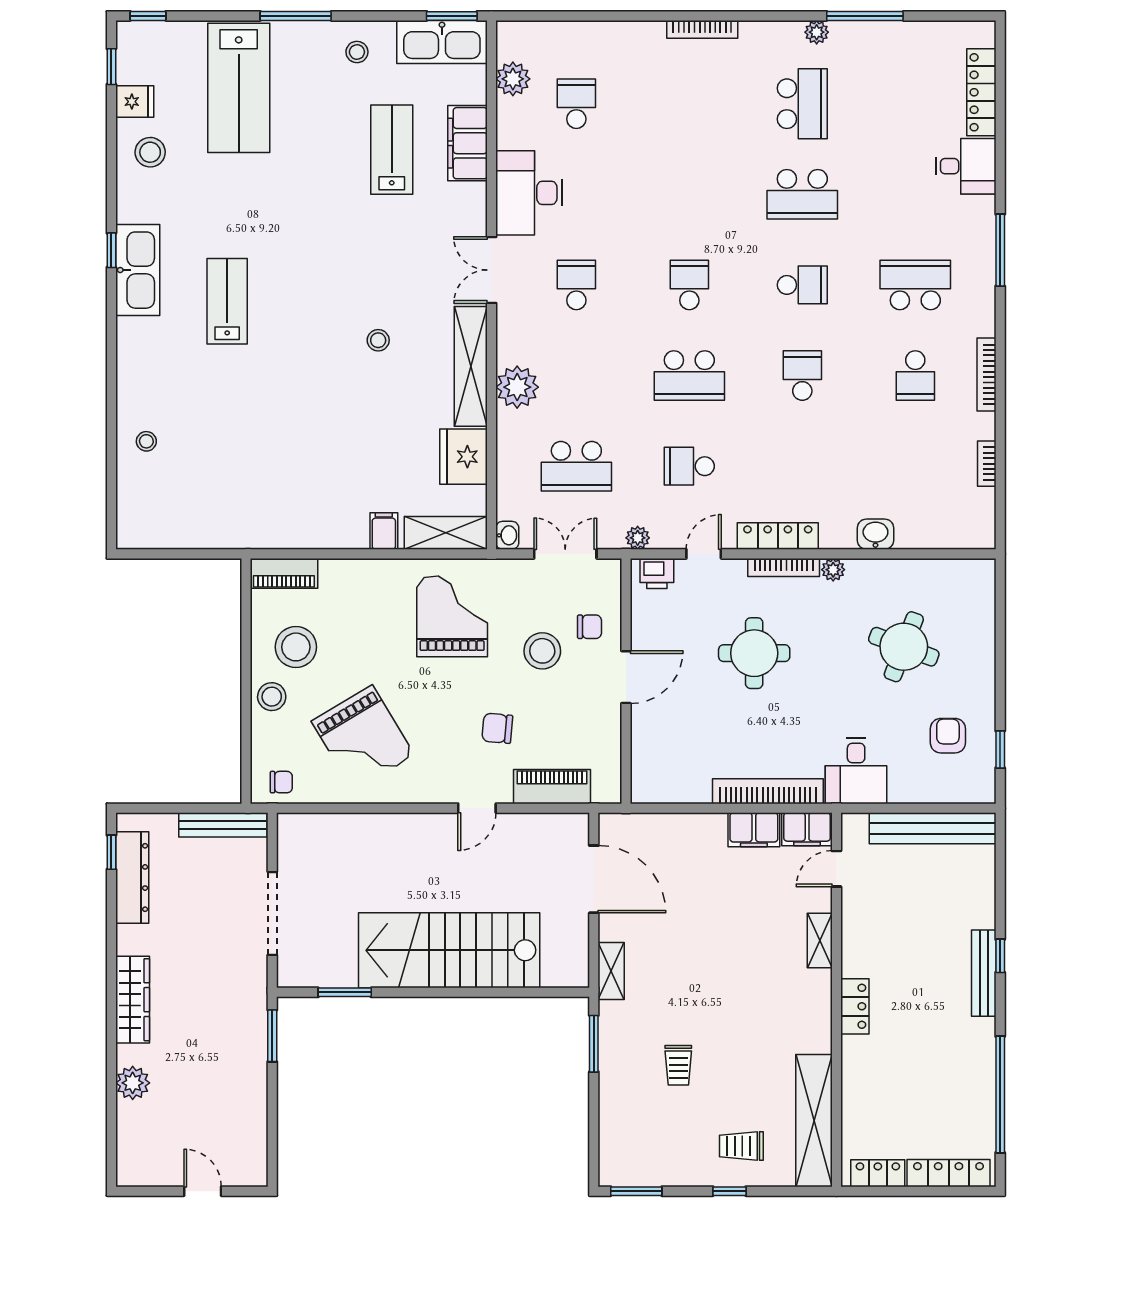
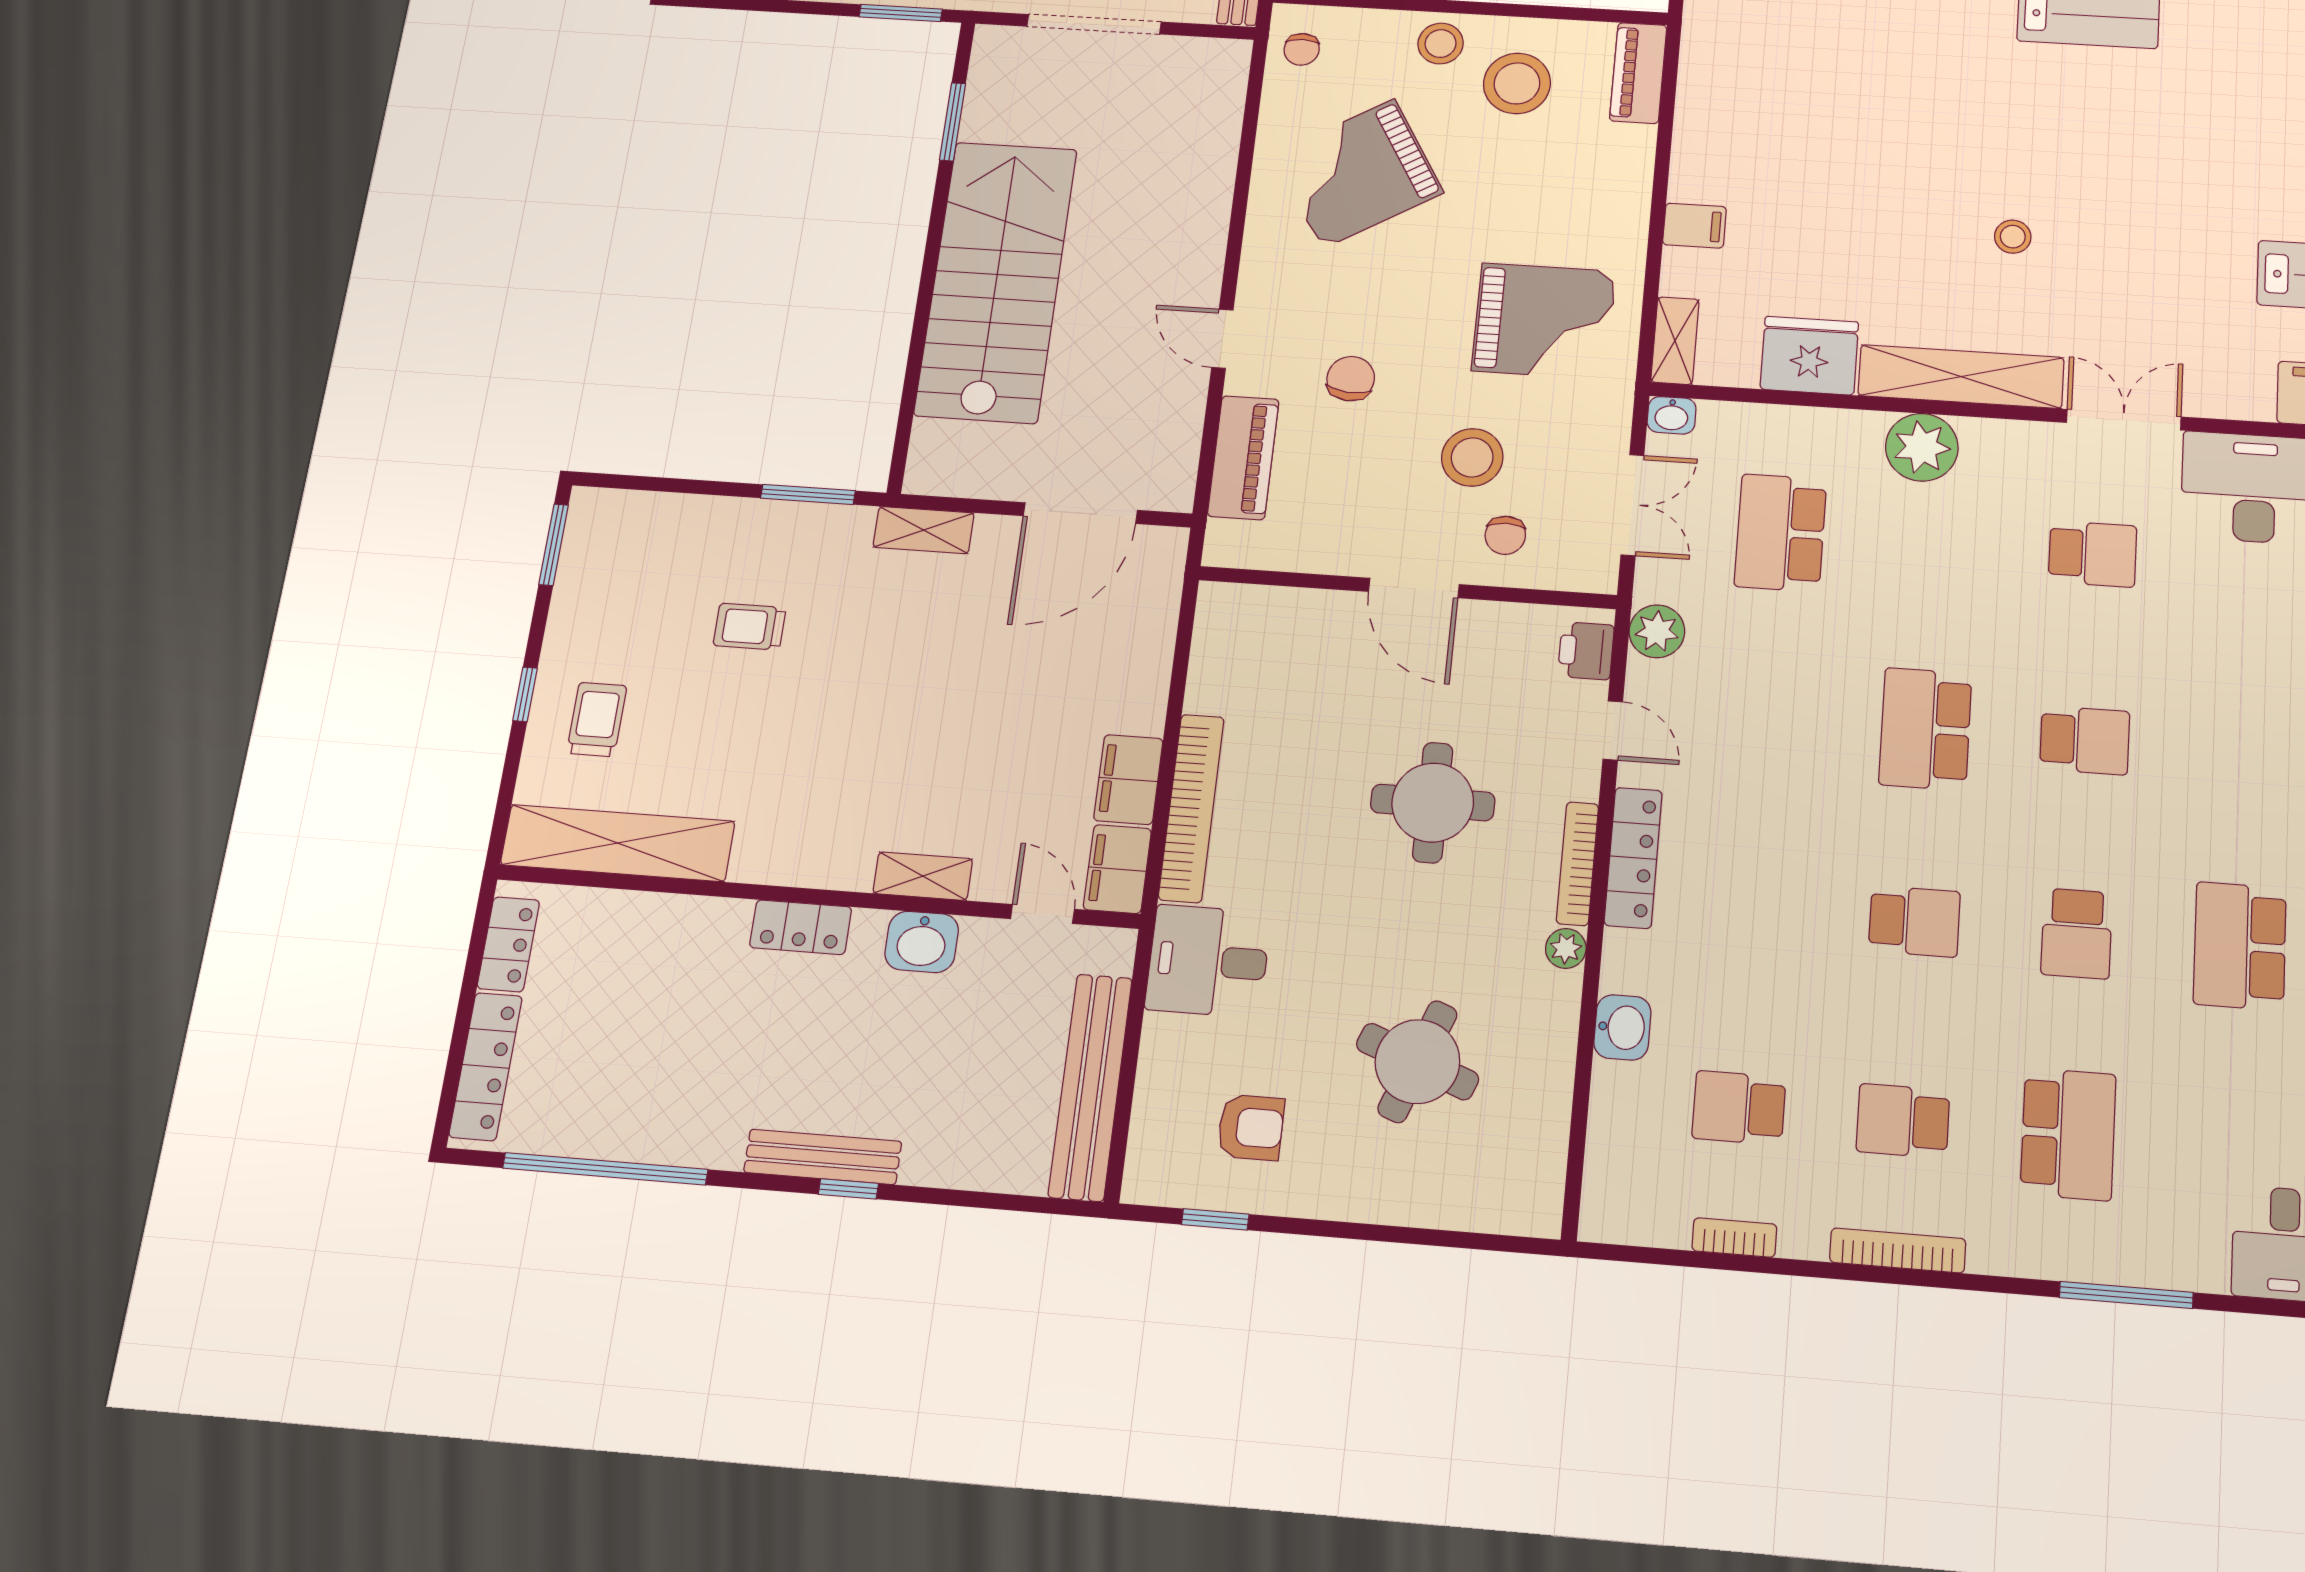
school desk: (689, 466) -> (1739, 1108), moved, turned -90
shelving: (446, 533) -> (1675, 341), width x0.67, depth x0.75
plant: (638, 538) -> (1657, 631), width x1.38, depth x1.38
washbasin: (858, 936) -> (922, 942), added

